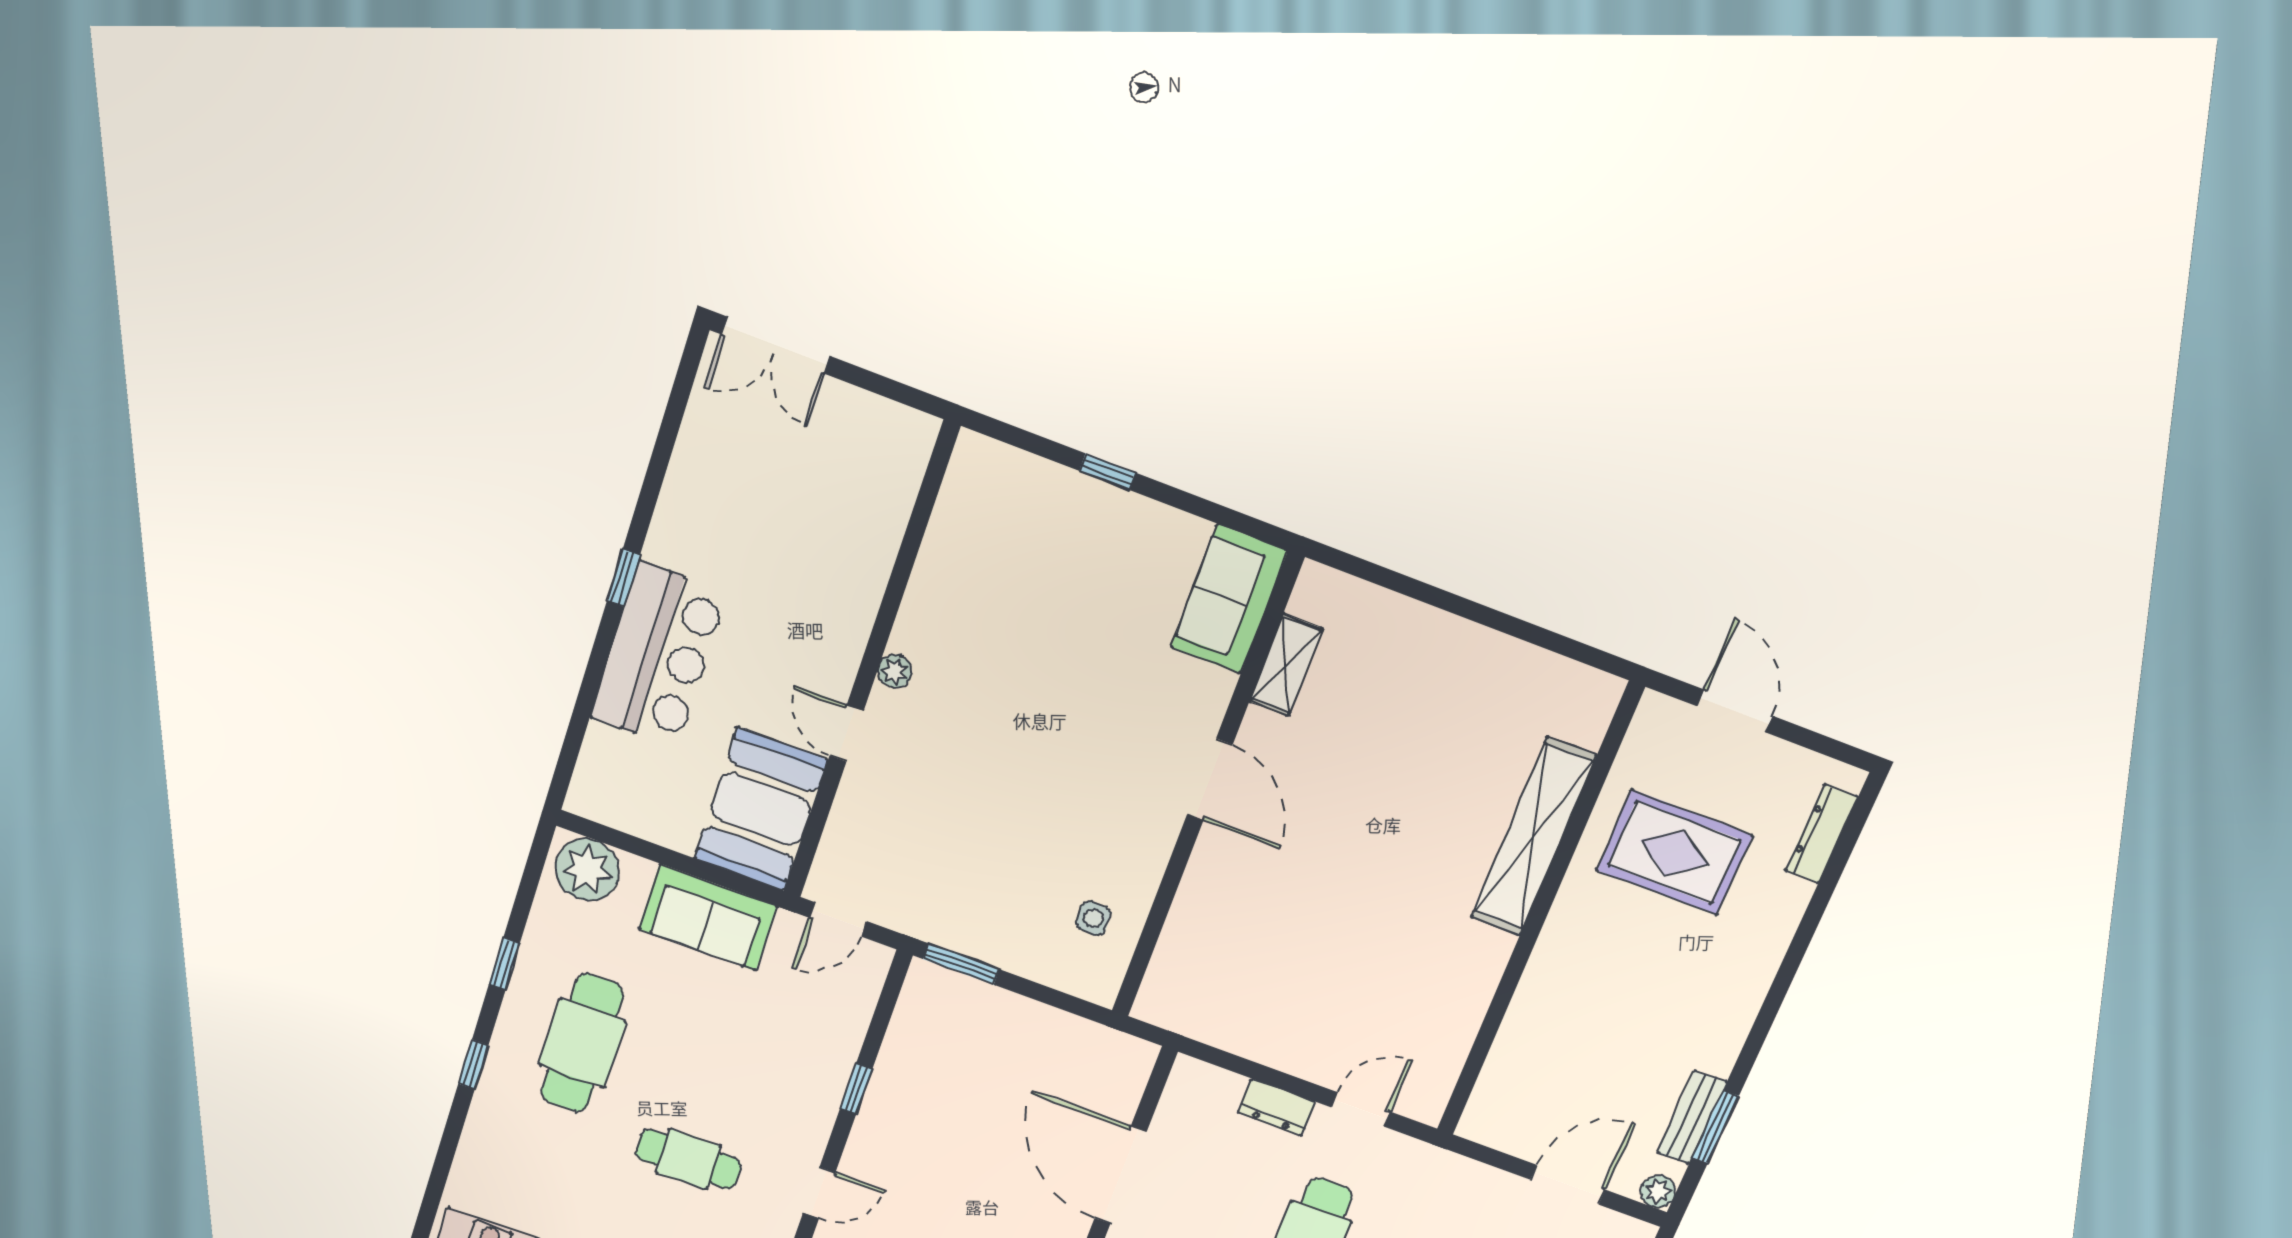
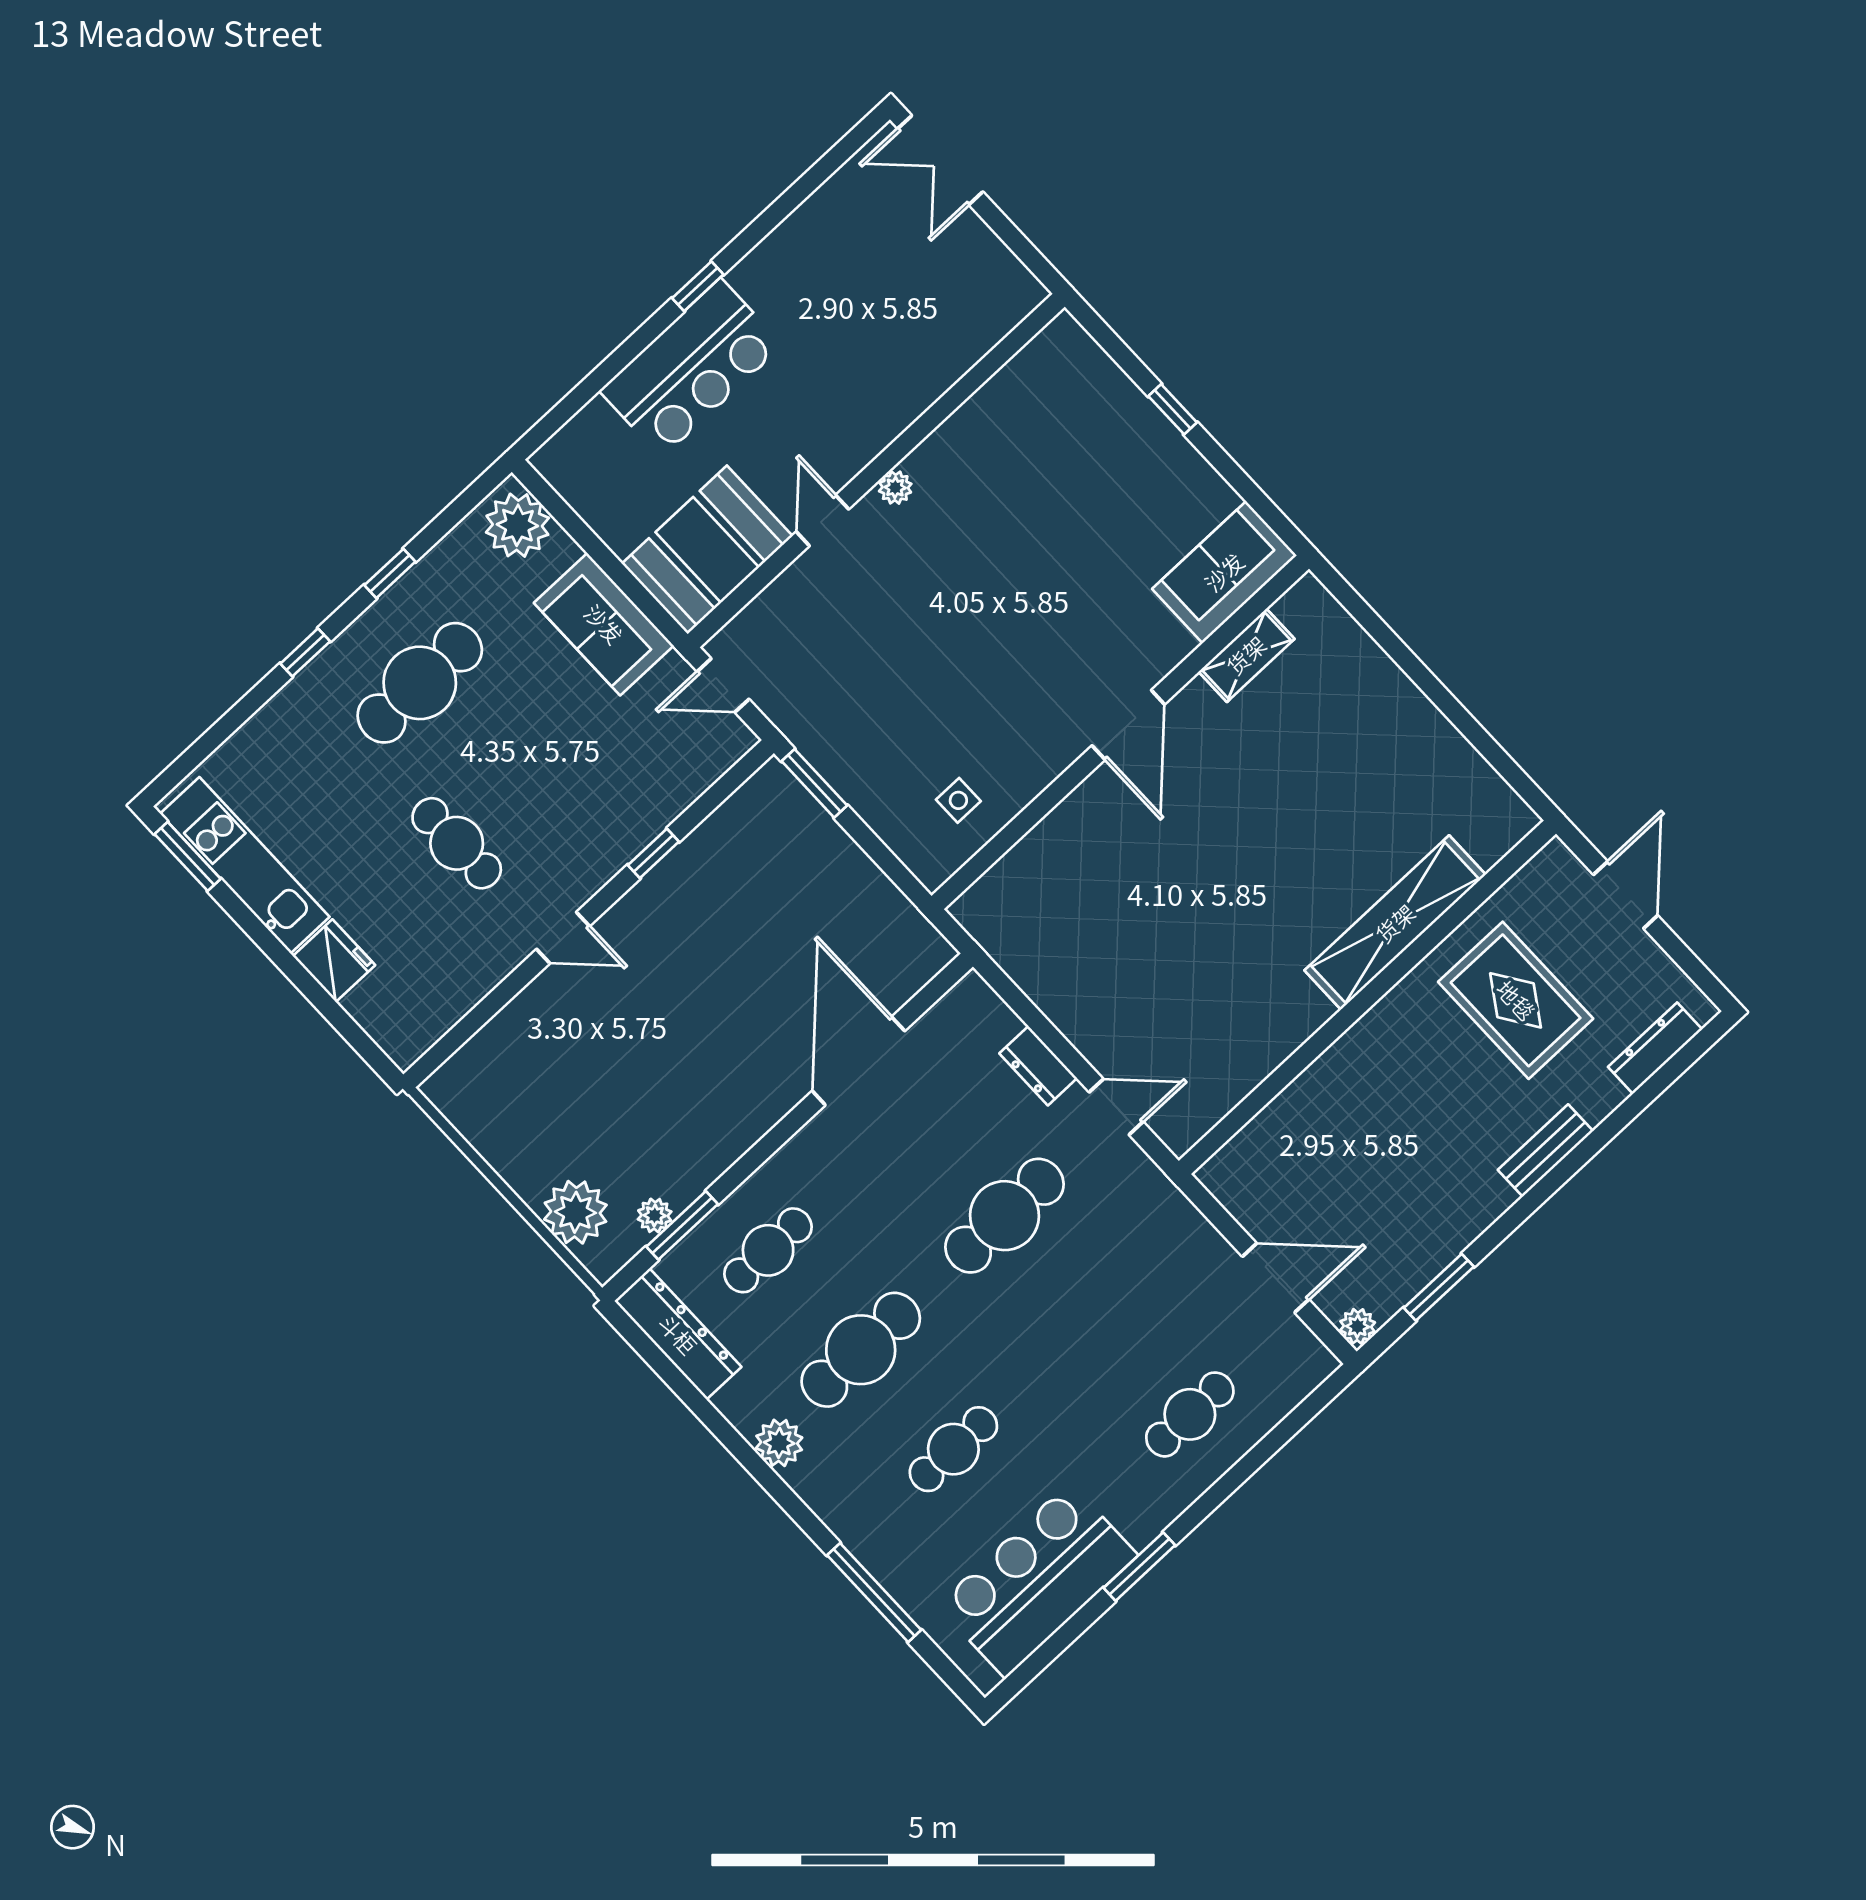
bench: (1692, 1117) -> (1546, 1151), moved

